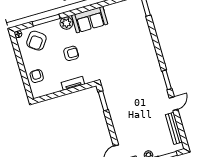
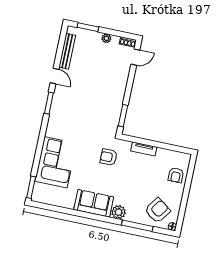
corner sofa: (137, 36) -> (56, 162), added
armchair: (71, 53) -> (109, 157), moved
door: (174, 104) -> (55, 76), swing flipped

